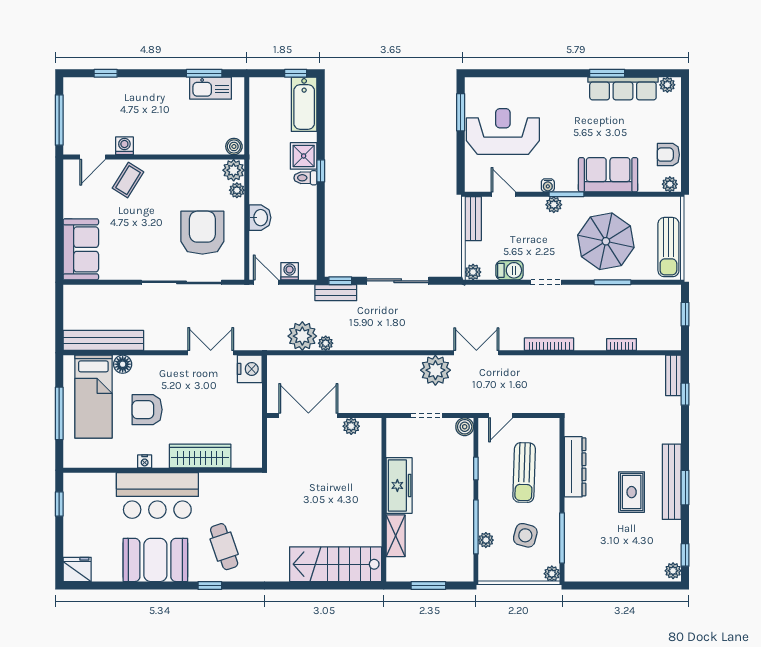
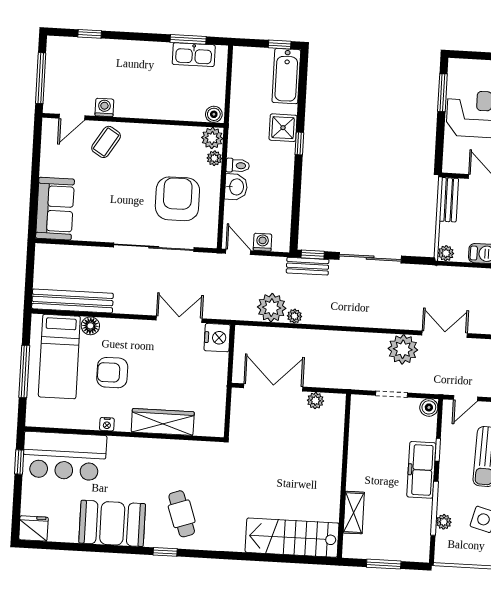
toilet: (305, 178) -> (238, 166), moved, turned 180
freezer: (399, 485) -> (421, 470), moved, turned 180
bar counter: (157, 495) -> (65, 456), moved

